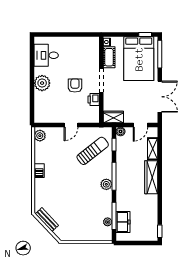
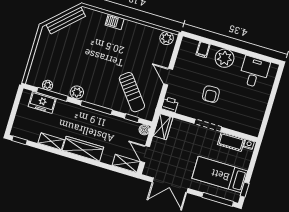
bed: (139, 59) -> (220, 175), width x0.67
armchair: (75, 85) -> (211, 94), turned 87
printer: (94, 100) -> (170, 105), moved
filing cabinet: (40, 103) -> (203, 50), added
shelving: (153, 149) -> (126, 163), moved
barbecue: (39, 171) -> (115, 22), moved
plant: (106, 184) -> (77, 92), moved
shelving: (153, 205) -> (51, 141), added
bench: (47, 220) -> (66, 20), width x1.36

